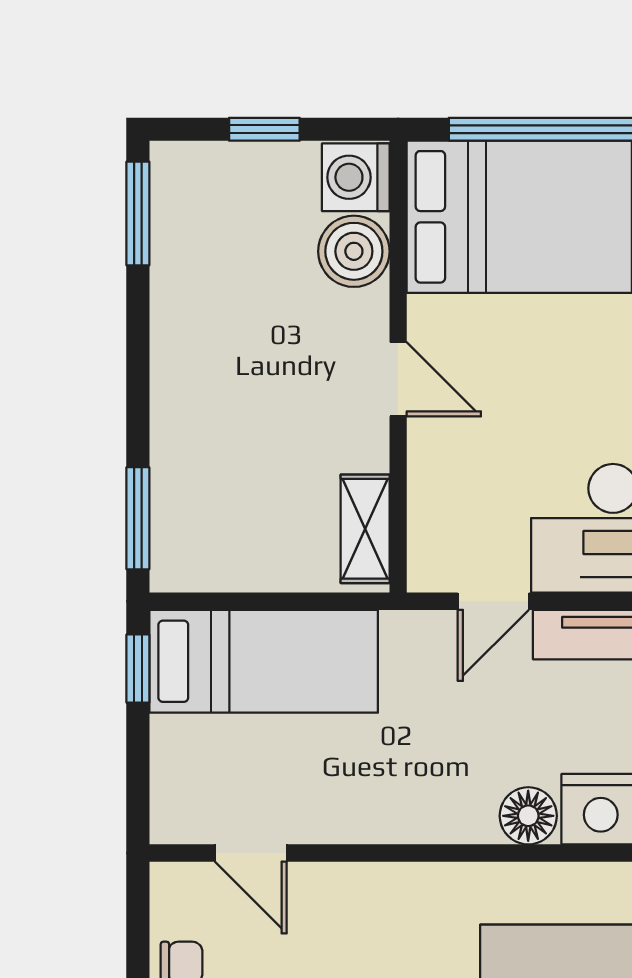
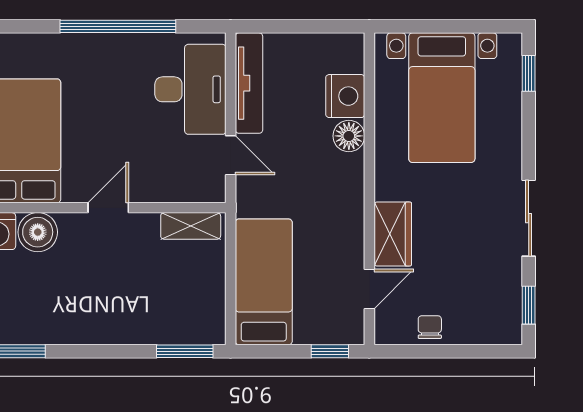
window: (138, 669) -> (330, 351), moved
wardrobe: (350, 895) -> (393, 234), added

